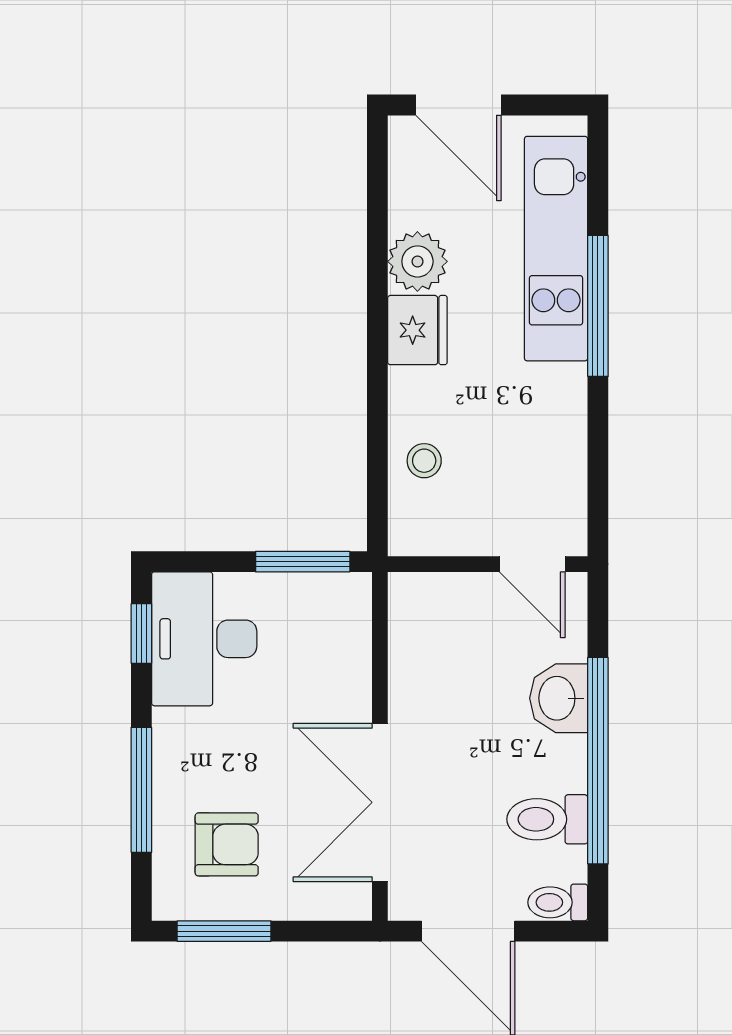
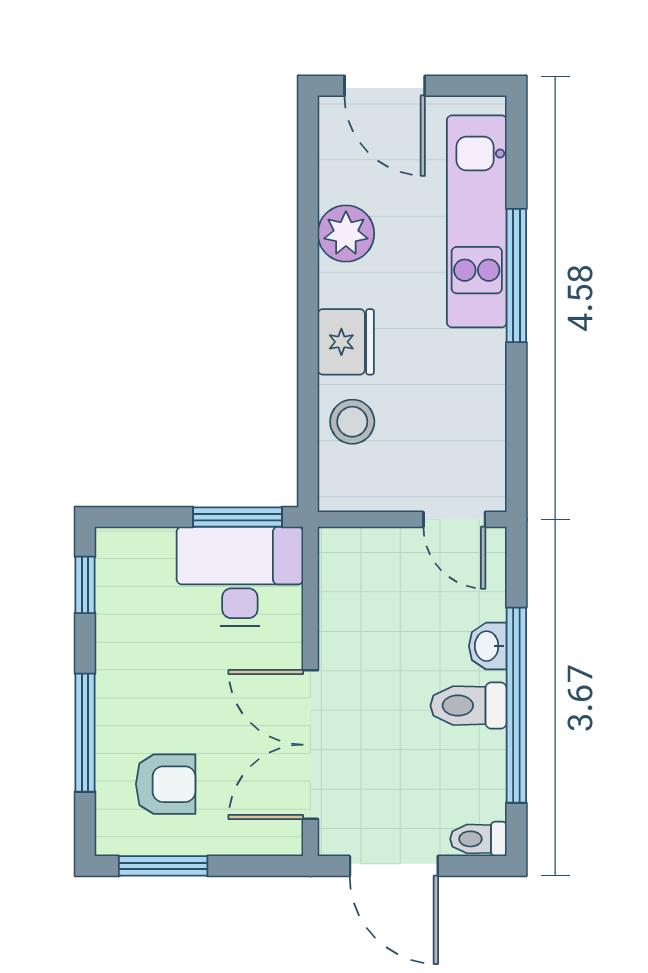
fridge: (417, 330) -> (346, 342), moved
stool: (424, 461) -> (352, 422), width x1.37, depth x1.37
desk: (204, 639) -> (240, 576), moved, turned 90
washbasin: (559, 698) -> (488, 646), width x0.72, depth x0.69
toilet: (547, 819) -> (468, 706), moved

